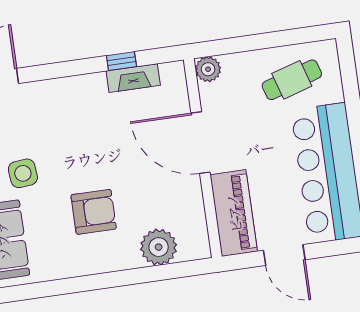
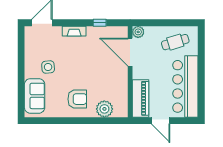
fireplace: (133, 78) -> (74, 31), moved
door: (201, 143) -> (130, 52), moved
armchair: (94, 212) -> (77, 99), moved

